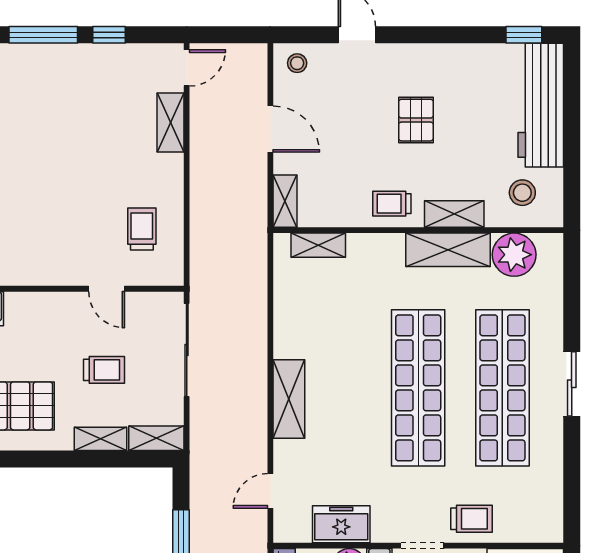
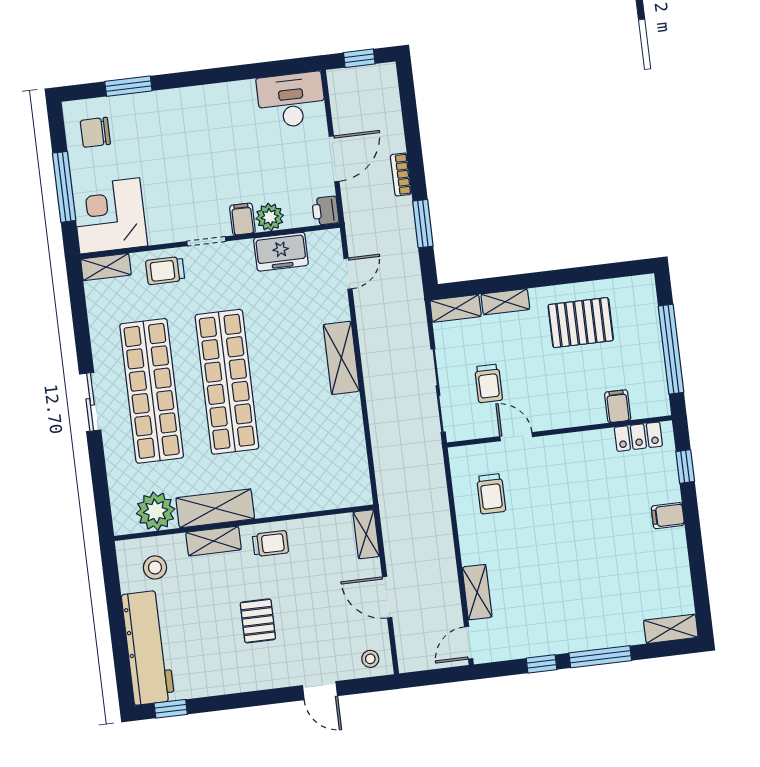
shelving: (318, 245) -> (106, 267), moved
trolley: (104, 370) -> (489, 383), moved, turned -90

